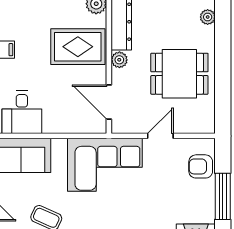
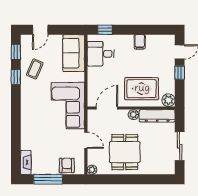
plant: (208, 17) -> (92, 170), moved
rug: (78, 47) -> (142, 89), turned 90

